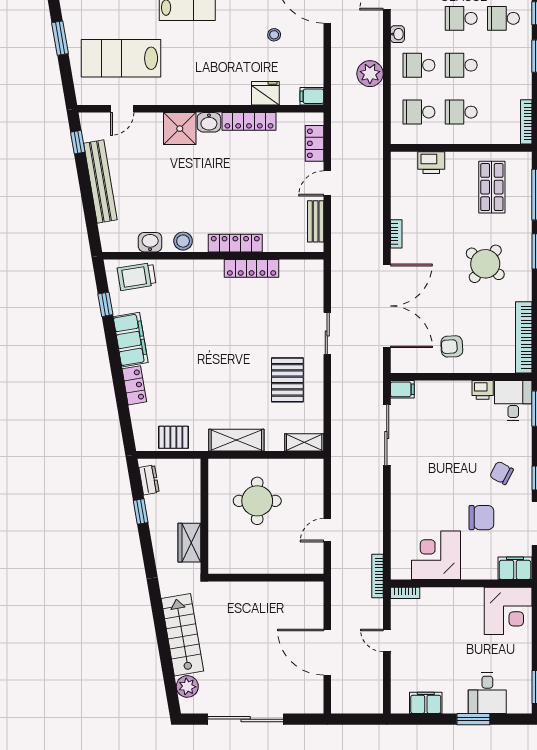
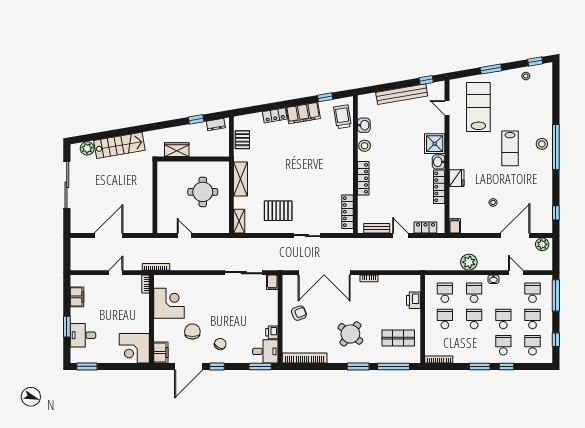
fridge: (265, 93) -> (457, 178), moved
locker: (252, 268) -> (348, 212), moved
armchair: (452, 346) -> (299, 313), turned 72
chair: (481, 518) -> (192, 332), turned 180

